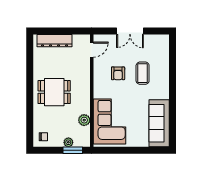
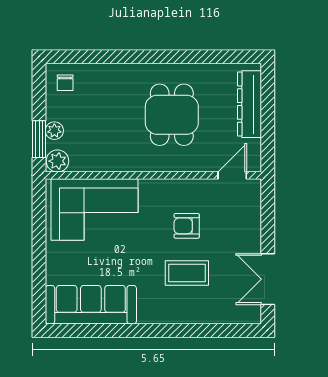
double door: (130, 31) -> (268, 279), moved
door: (92, 50) -> (232, 175), swing flipped
dining table: (54, 92) -> (172, 115), moved
plant: (84, 120) -> (57, 161), moved

